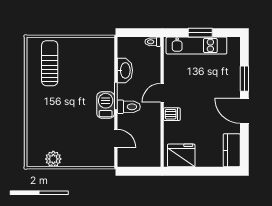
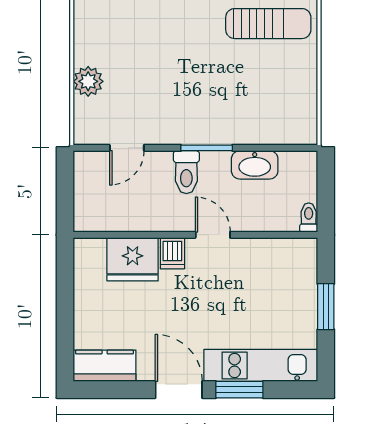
kitchen unit: (196, 46) -> (261, 365), moved, turned 90
barbecue: (106, 105) -> (190, 129), removed
door: (244, 111) -> (179, 390), hinge flipped
fridge: (181, 155) -> (133, 259), moved, turned 90
plant: (53, 159) -> (88, 81), moved

